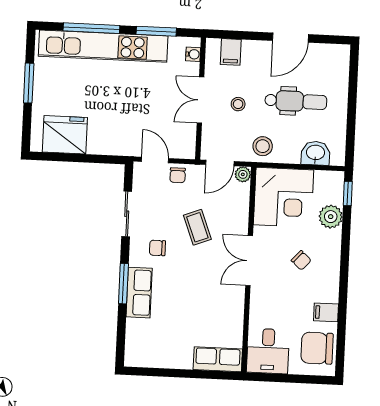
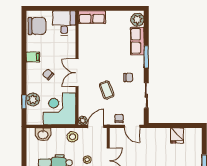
fridge: (65, 135) -> (177, 135), width x0.53, depth x0.75
window: (348, 193) -> (24, 102), moved
double door: (249, 261) -> (77, 73), swing flipped
row of seats: (139, 293) -> (137, 41), moved
filing cabinet: (326, 312) -> (33, 57), moved
plant: (136, 351) -> (137, 20), added

